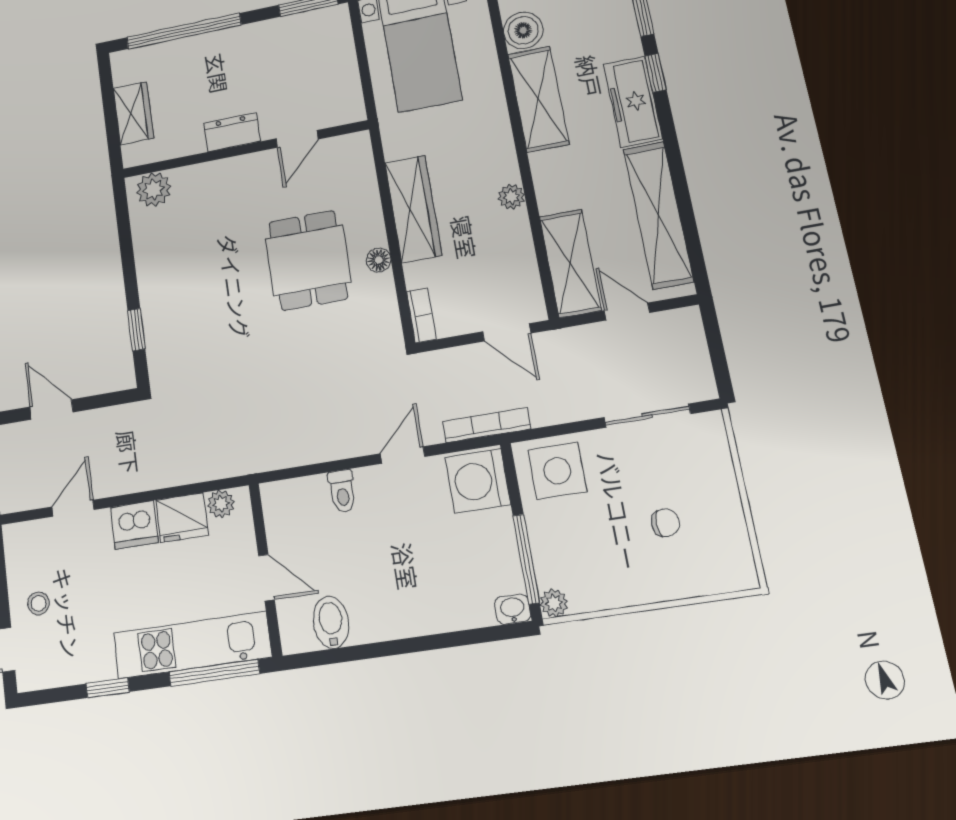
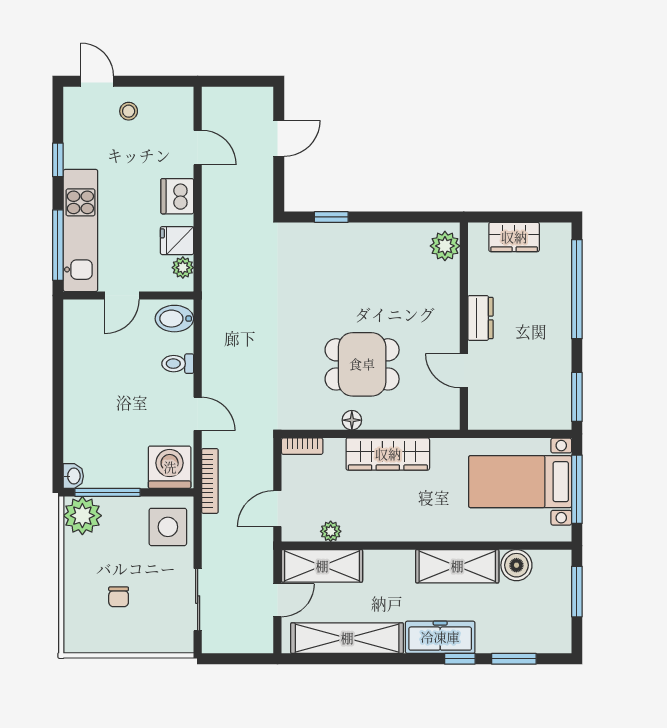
plant: (511, 197) -> (331, 531), moved
fridge: (182, 518) -> (177, 241), width x0.72
plant: (554, 603) -> (82, 516), width x1.87, depth x1.87
bidet: (331, 622) -> (174, 319), moved, turned 180

